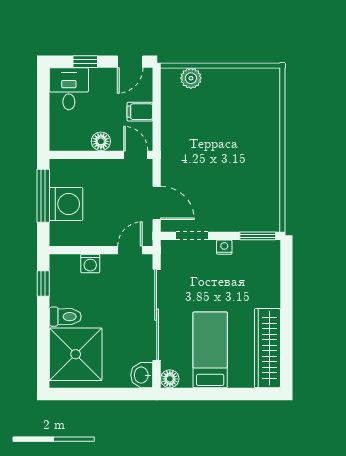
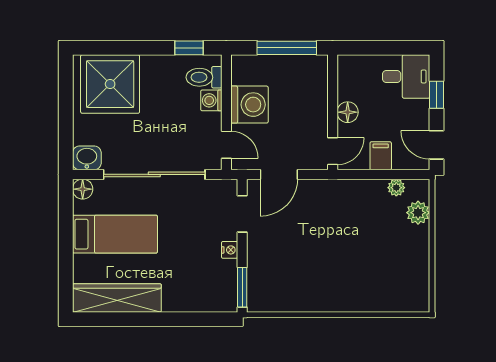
plant: (168, 98) -> (396, 188), added
washing machine: (66, 204) -> (249, 105), moved, turned -90
toilet: (65, 317) -> (204, 77), moved, turned 90

